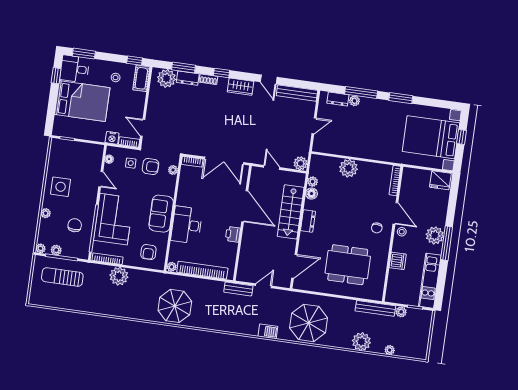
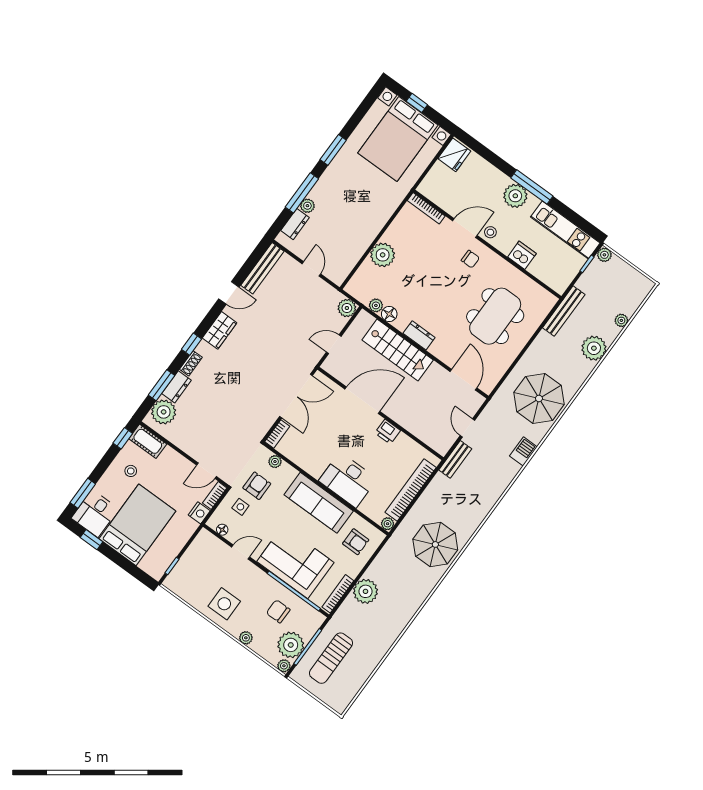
sofa: (161, 214) -> (319, 503), width x1.36
plant: (56, 250) -> (291, 645), width x1.88, depth x1.88
plant: (401, 312) -> (604, 255), moved

